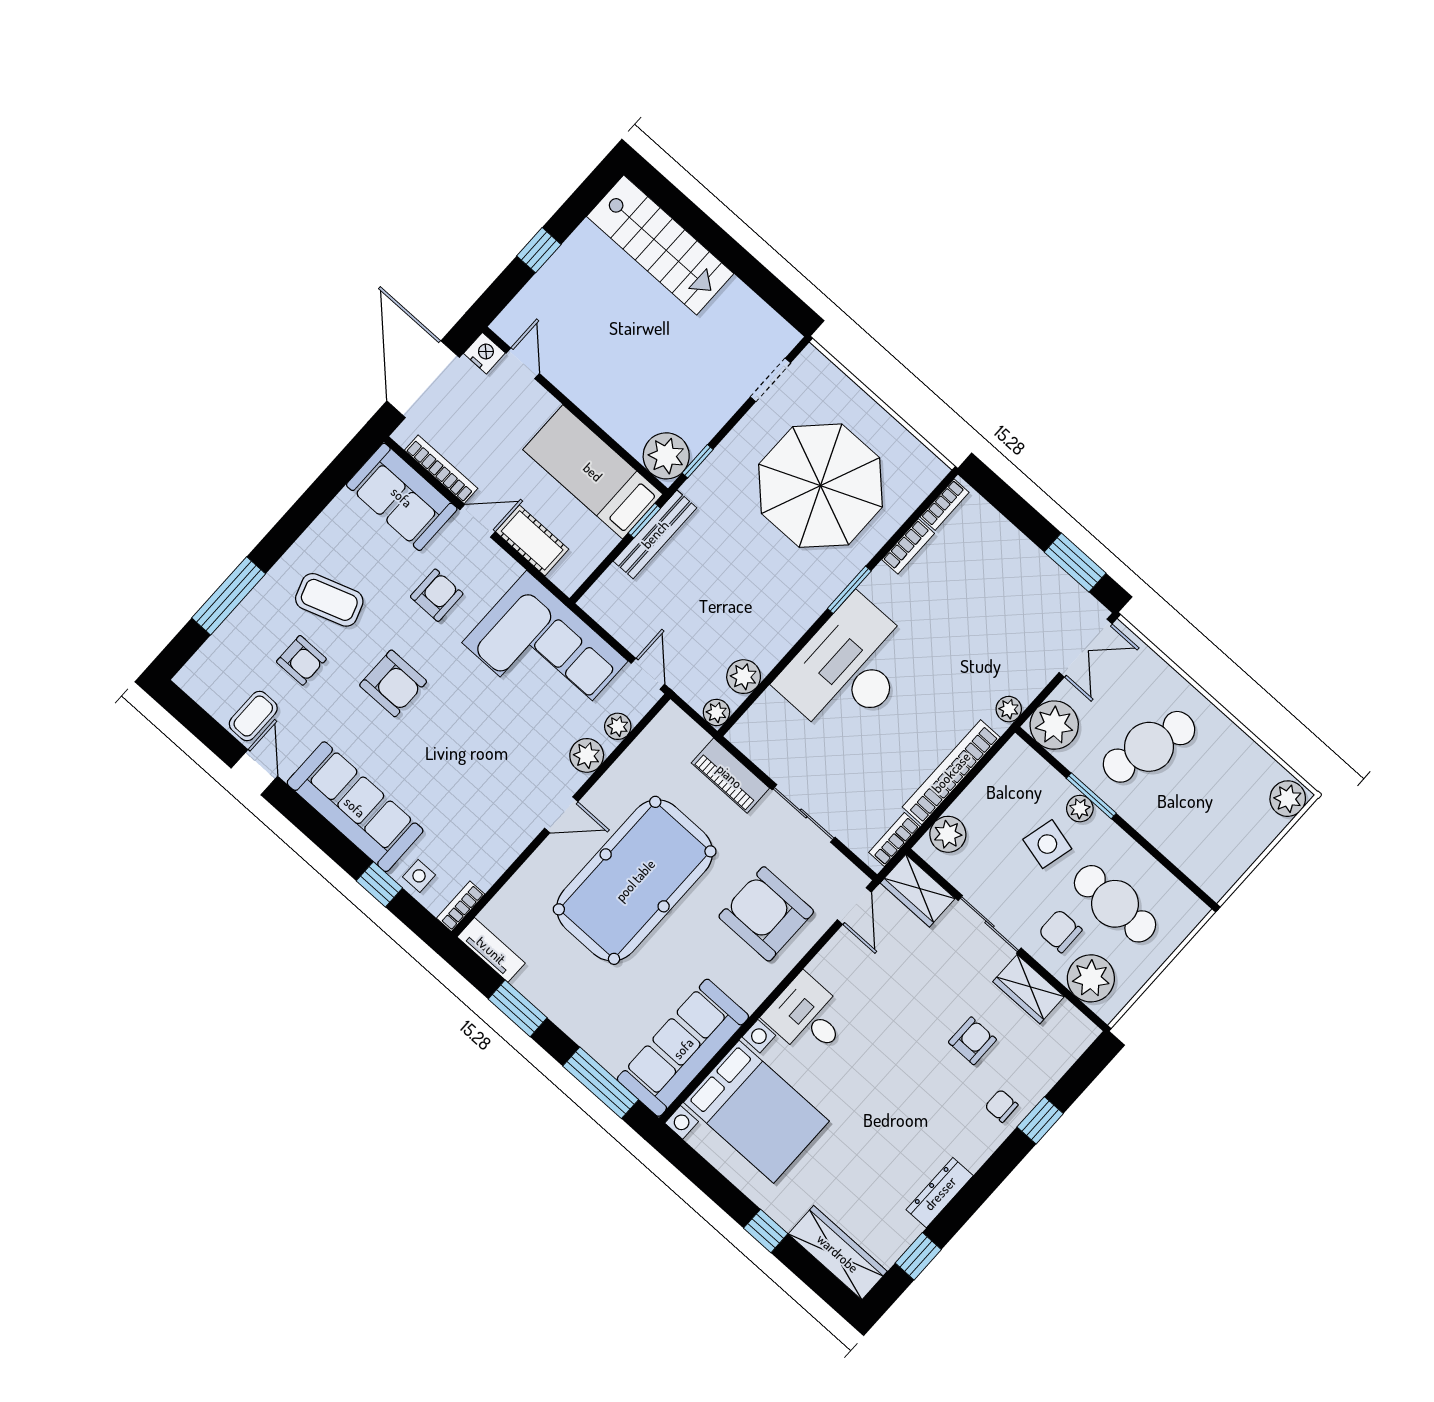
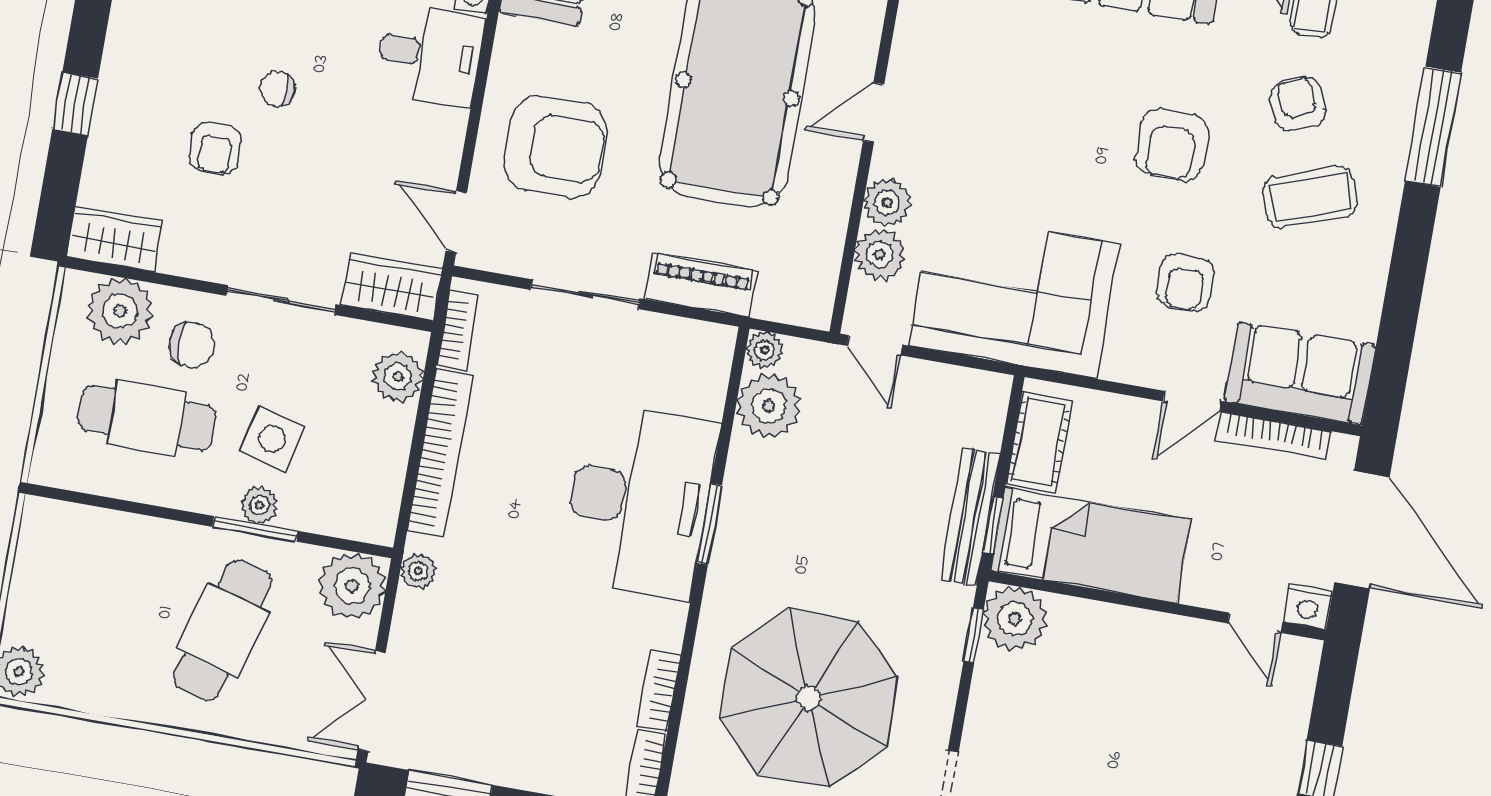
cot: (532, 540) -> (1039, 442), moved, turned 90
window: (849, 590) -> (709, 524), moved
armchair: (301, 660) -> (1298, 104), turned 67
plant: (744, 677) -> (769, 406), width x1.36, depth x1.36
armchair: (393, 683) -> (1172, 145), turned -90
plant: (618, 726) -> (880, 255), width x1.38, depth x1.38
wardrobe: (1028, 989) -> (115, 239), moved
chair: (1001, 1106) -> (277, 89), moved, turned 180

